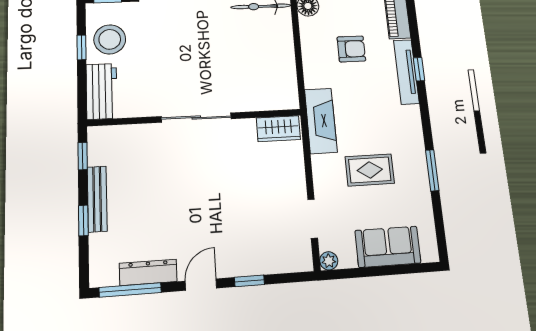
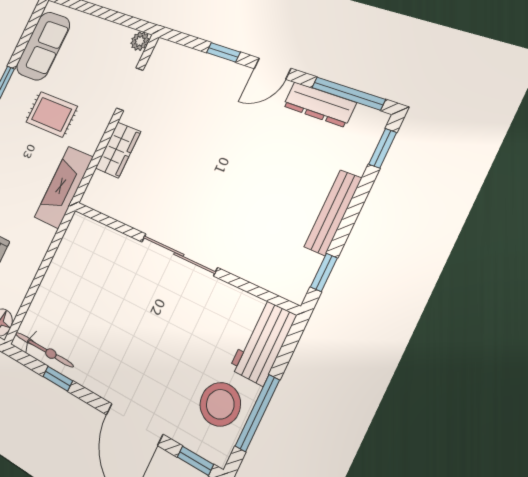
window: (81, 47) -> (257, 413), width x2.17
wardrobe: (278, 129) -> (118, 150), moved, turned 90
window: (83, 220) -> (383, 148), moved
sofa: (388, 247) -> (43, 46), moved, turned -90

